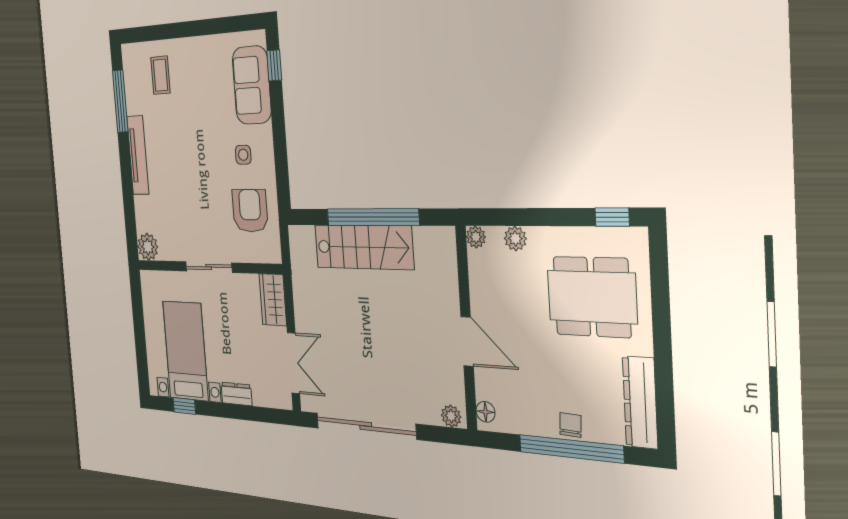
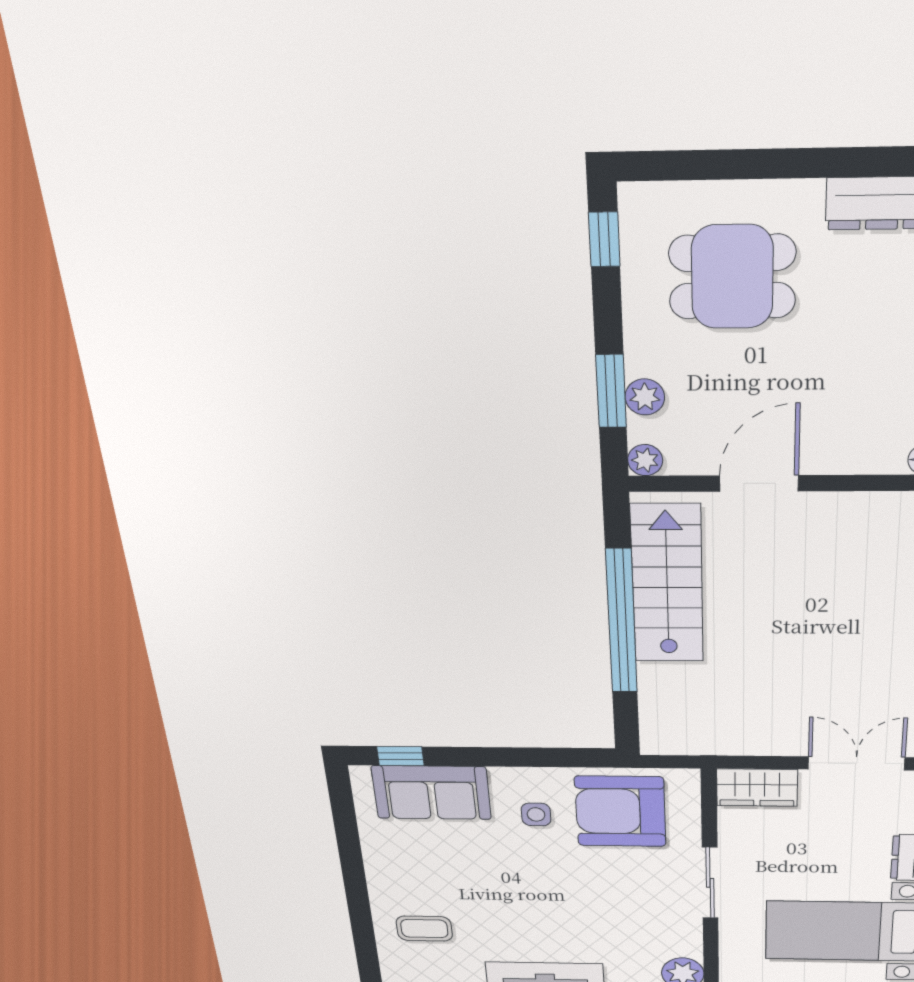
armchair: (250, 211) -> (620, 811), width x1.36, depth x1.36
window: (518, 217) -> (611, 391), added
stairs: (364, 247) -> (667, 584), moved
dining table: (592, 297) -> (732, 277), width x0.73
door: (467, 341) -> (759, 483), moved

